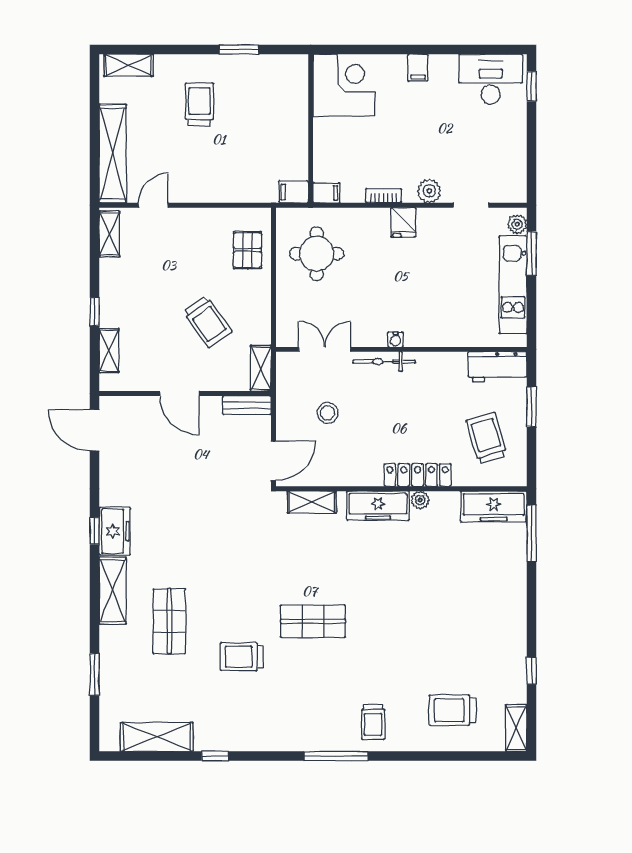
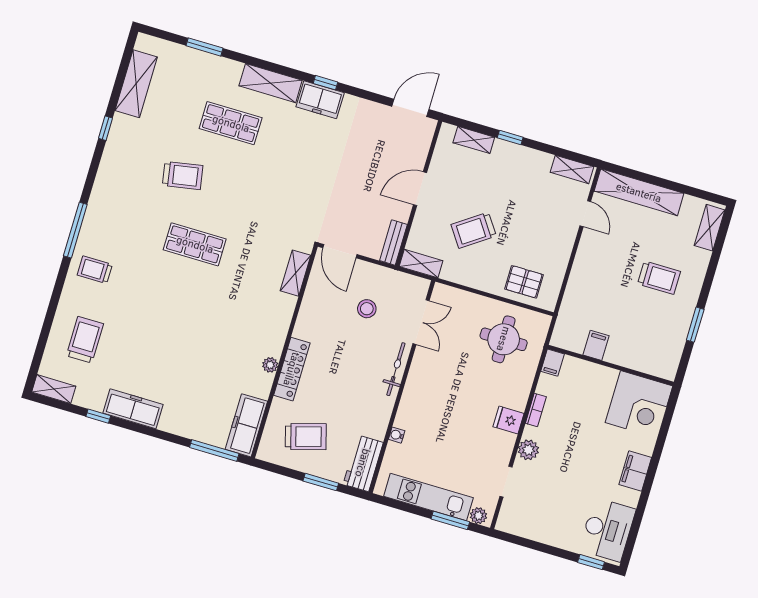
filing cabinet: (418, 68) -> (635, 471), width x2.00
filing cabinet: (294, 192) -> (596, 345), moved
water cooler: (396, 339) -> (397, 435), moved
freezer: (378, 506) -> (133, 409), moved, turned 90
shop shelf: (313, 621) -> (195, 244), turned 90
trolley: (242, 657) -> (183, 175), turned 80

